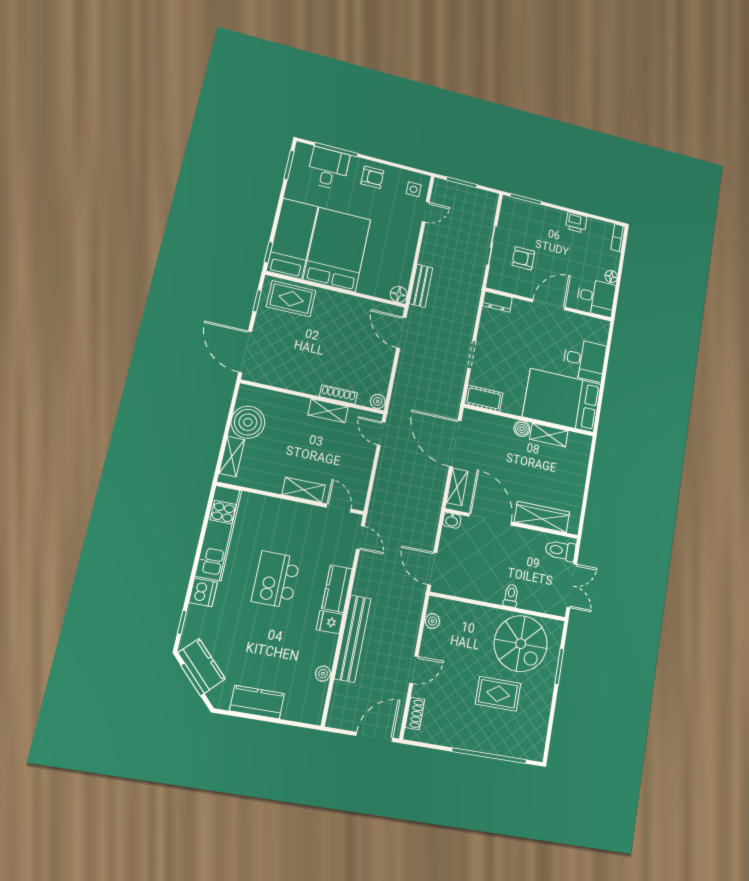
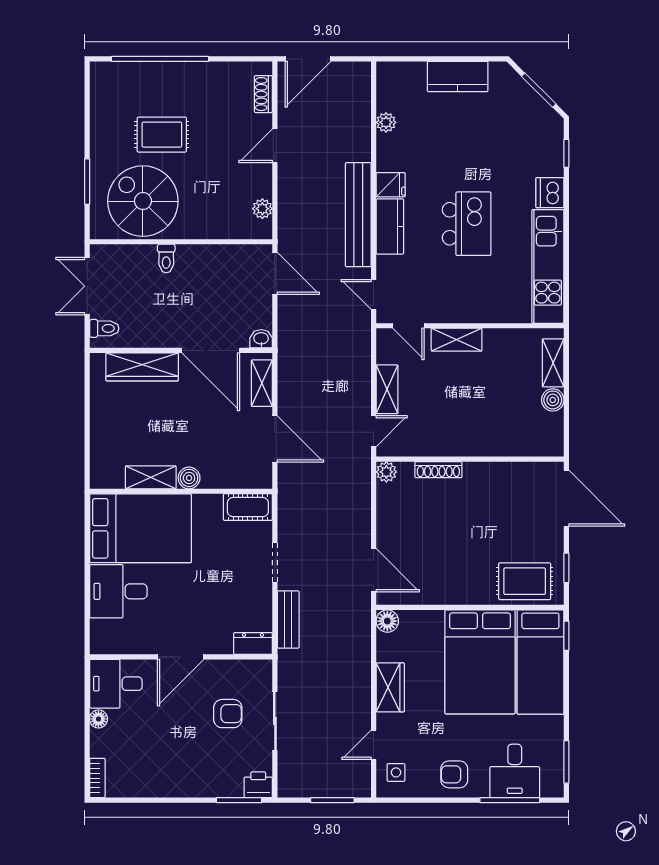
printer: (576, 222) -> (258, 785), moved
wardrobe: (406, 248) -> (390, 687), added
bench: (421, 286) -> (288, 620), moved
shelving: (328, 411) -> (387, 389), moved, turned 90
boiler: (248, 422) -> (553, 400), width x0.54, depth x0.54
door: (381, 434) -> (374, 431), hinge flipped
door: (455, 443) -> (275, 439), width x0.73
toilet: (560, 550) -> (104, 328), width x0.73, depth x0.72
bench: (353, 639) -> (358, 215), moved
kitchen counter: (202, 666) -> (532, 107), removed

